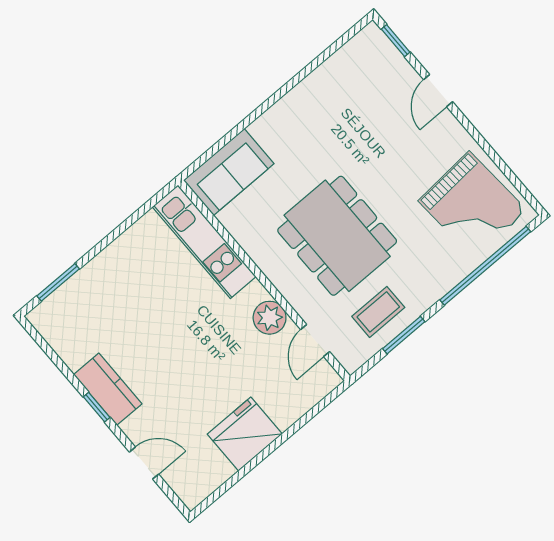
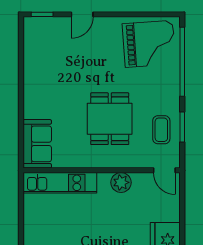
door: (438, 91) -> (82, 14), hinge flipped
dining table: (337, 236) -> (110, 119), width x0.73
door: (315, 341) -> (164, 170), moved

